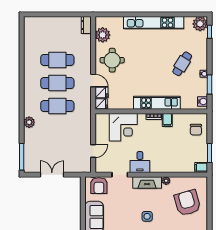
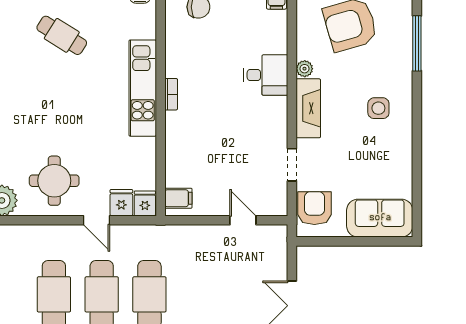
door: (93, 81) -> (97, 220), swing flipped
filing cabinet: (167, 120) -> (178, 198), moved
corner desk: (123, 127) -> (194, 157), removed
desk: (140, 162) -> (266, 75), moved
armchair: (99, 186) -> (314, 208), turned -90

